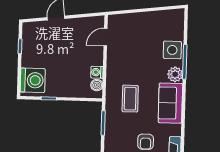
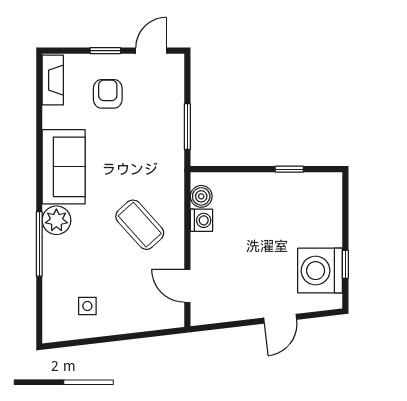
door: (106, 37) -> (187, 286), swing flipped
side table: (172, 50) -> (87, 306), moved, width x0.54, depth x0.54
washing machine: (33, 80) -> (320, 271), moved
coffee table: (130, 99) -> (140, 225), moved, turned -42

